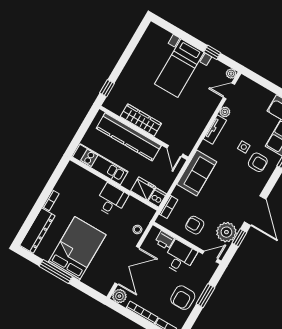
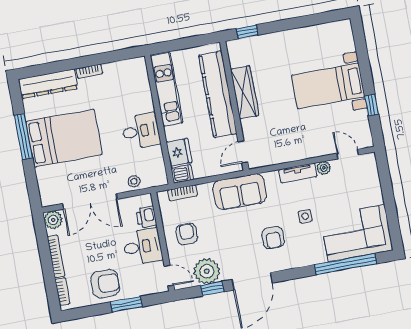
plant: (231, 74) -> (367, 142), removed
armchair: (258, 162) -> (273, 238), moved
armchair: (183, 298) -> (105, 284), turned 180

